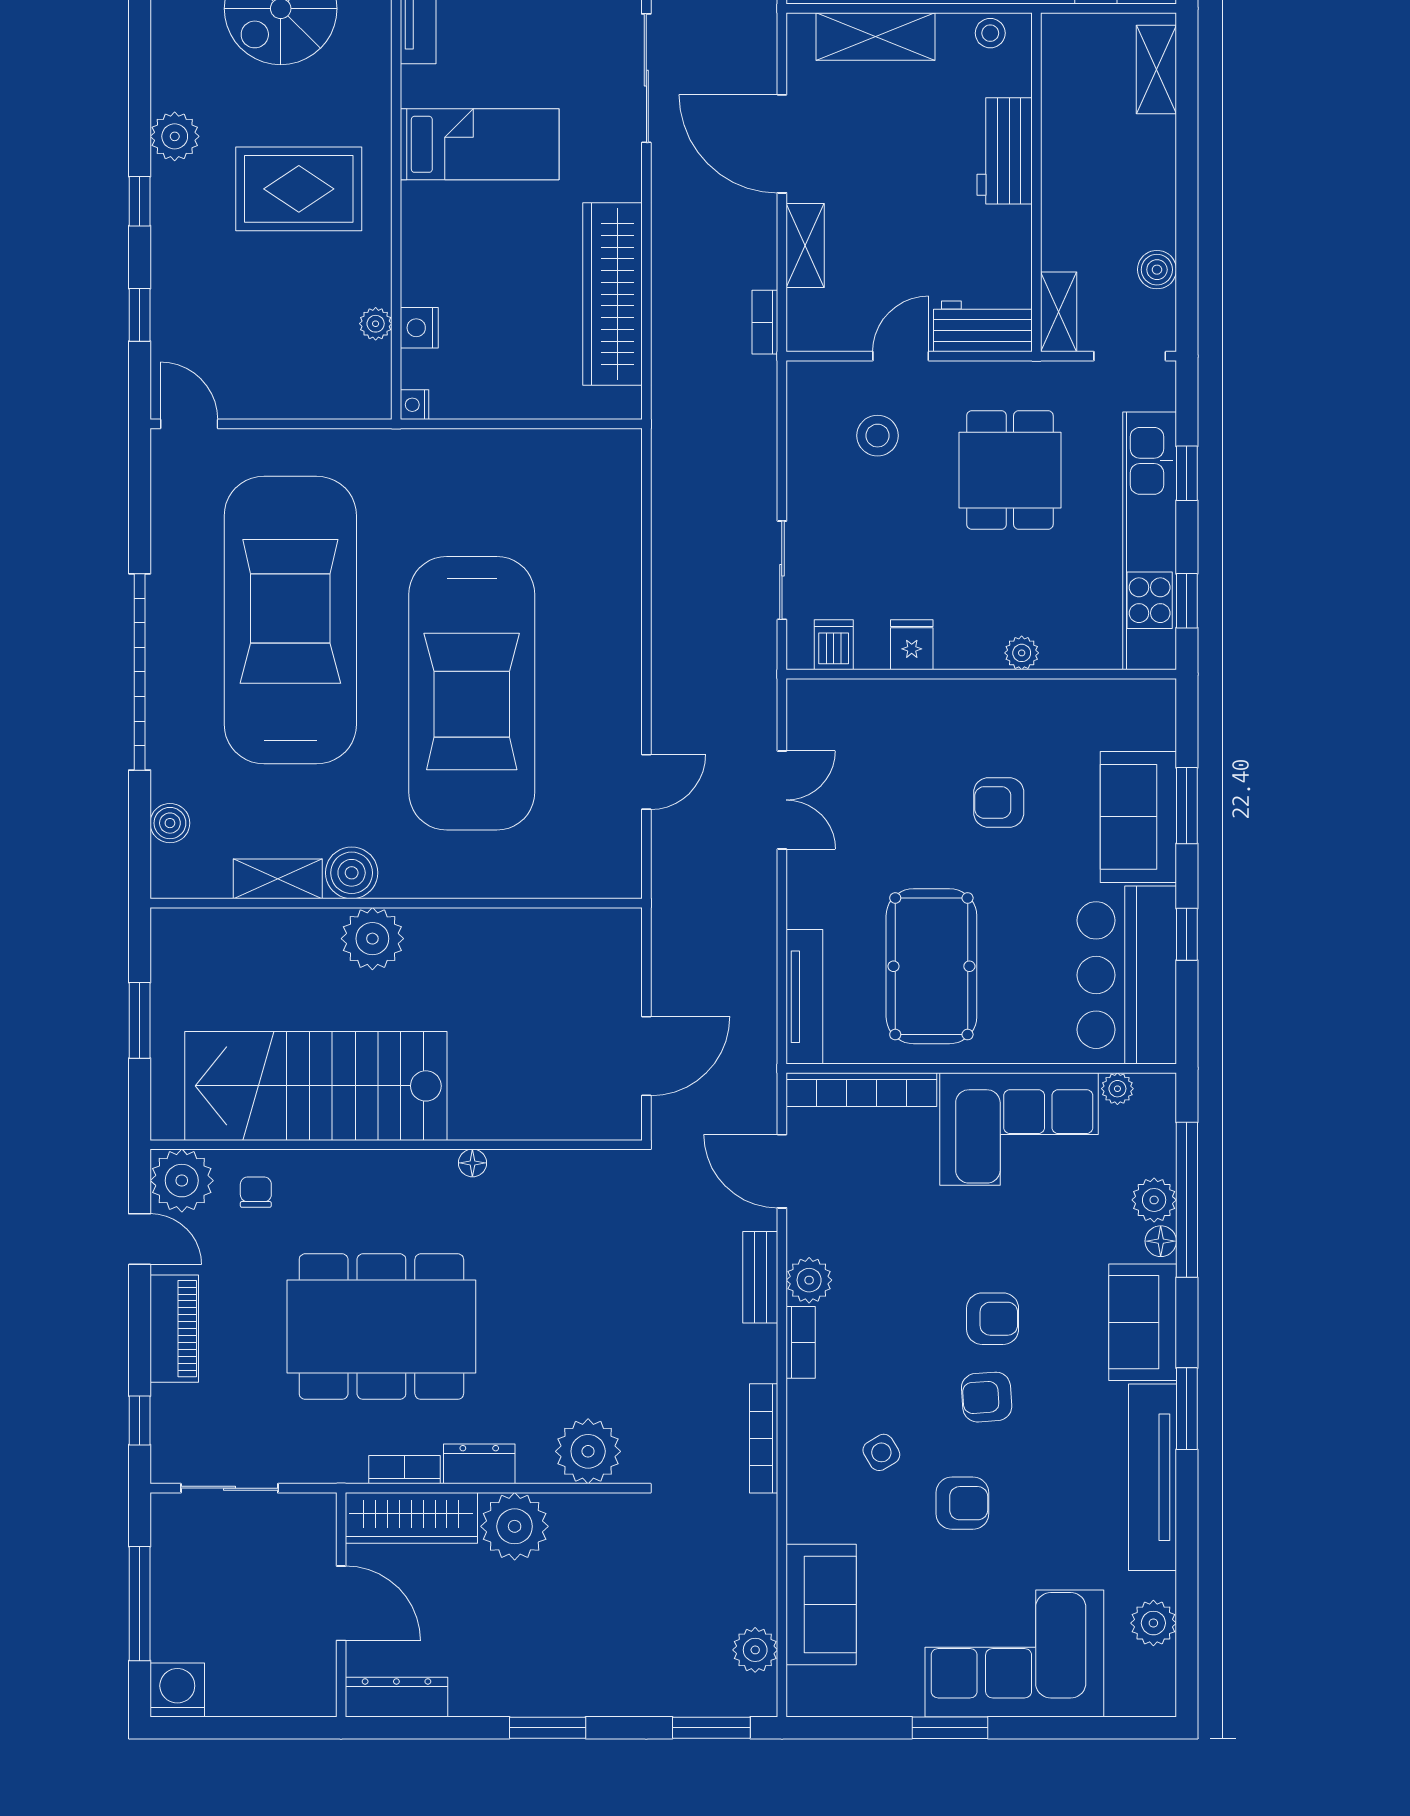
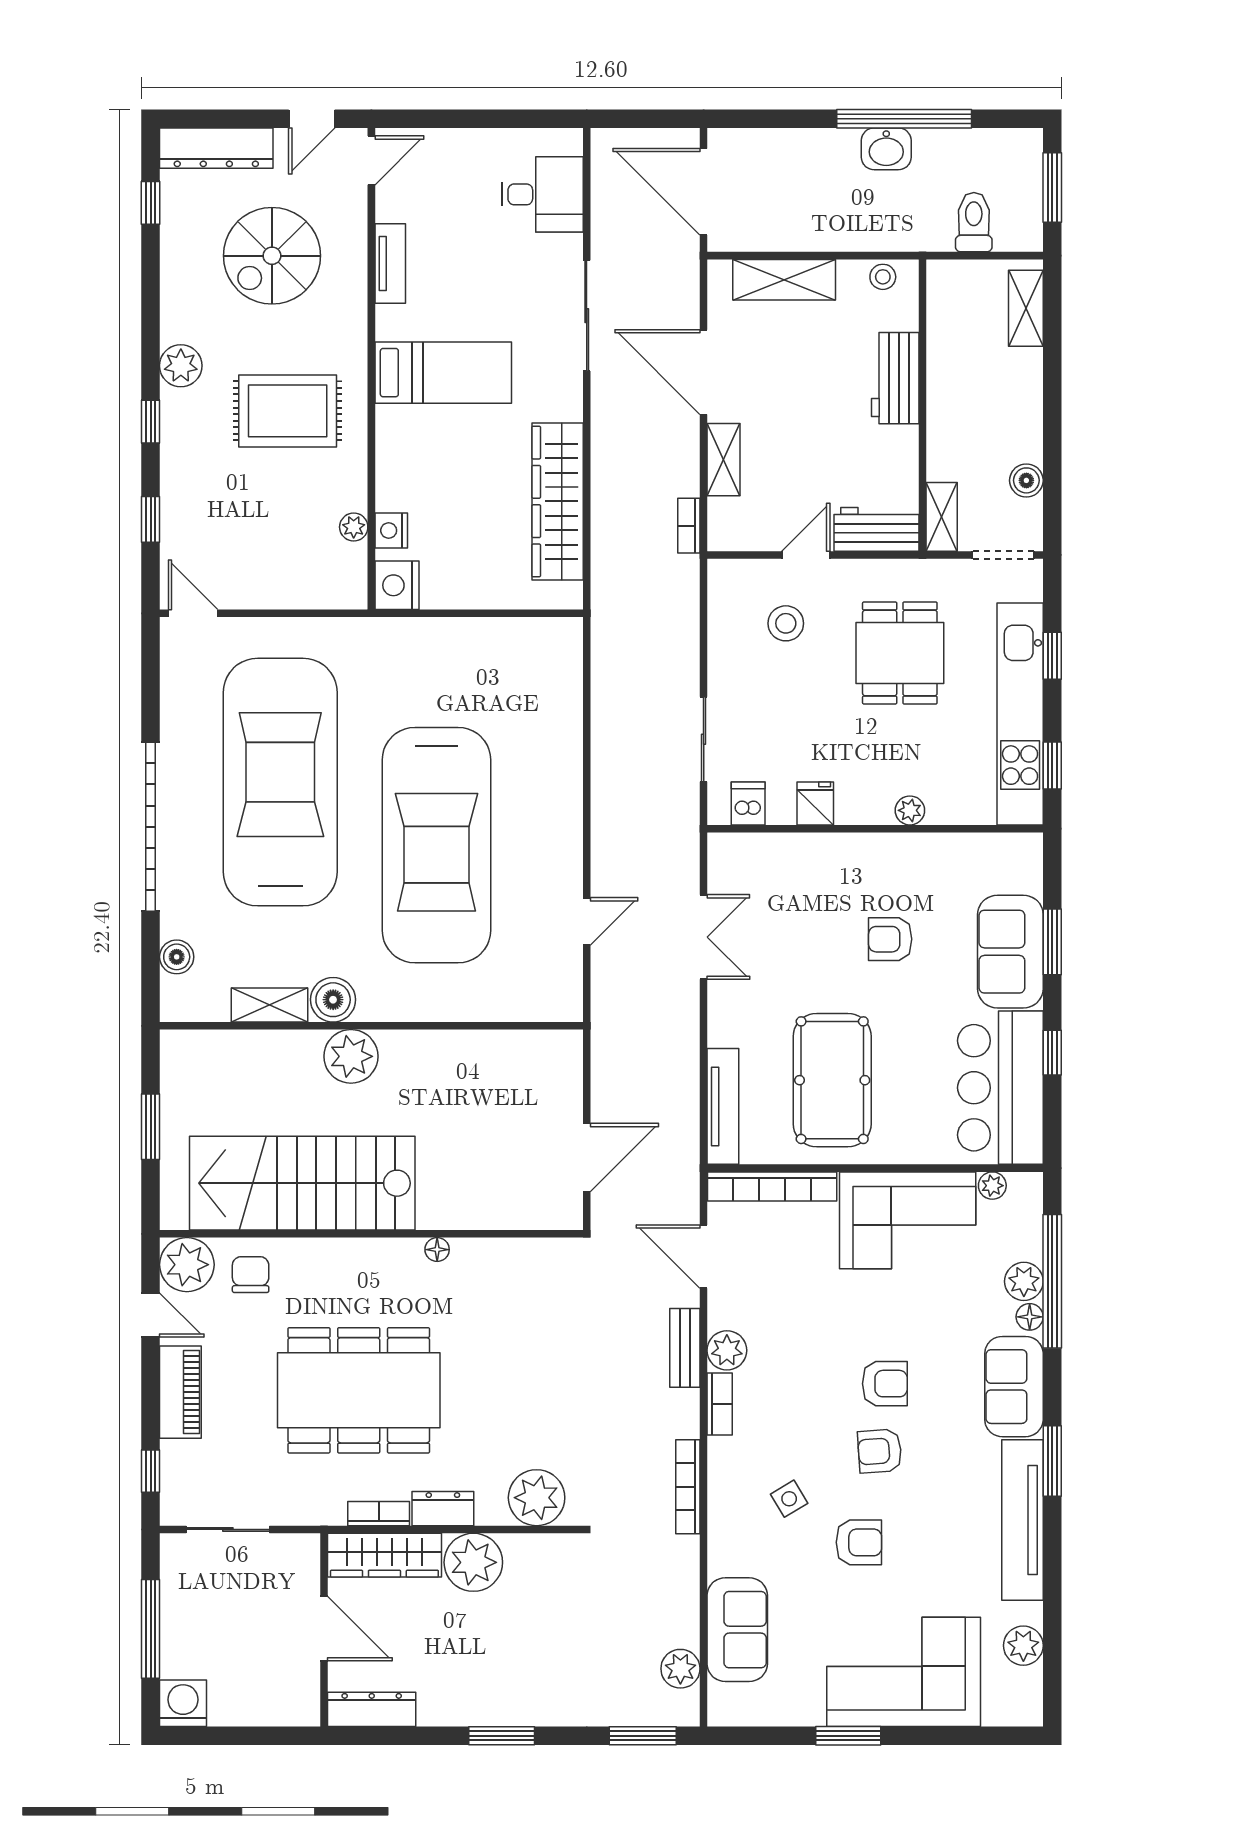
nightstand: (415, 405) -> (397, 585), width x1.89, depth x1.79
chair: (256, 1192) -> (251, 1275), width x1.37, depth x1.37

